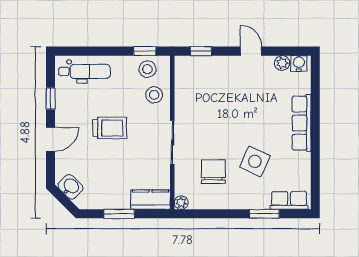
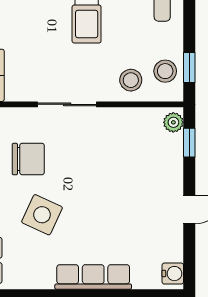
plant: (282, 63) -> (173, 122), moved

